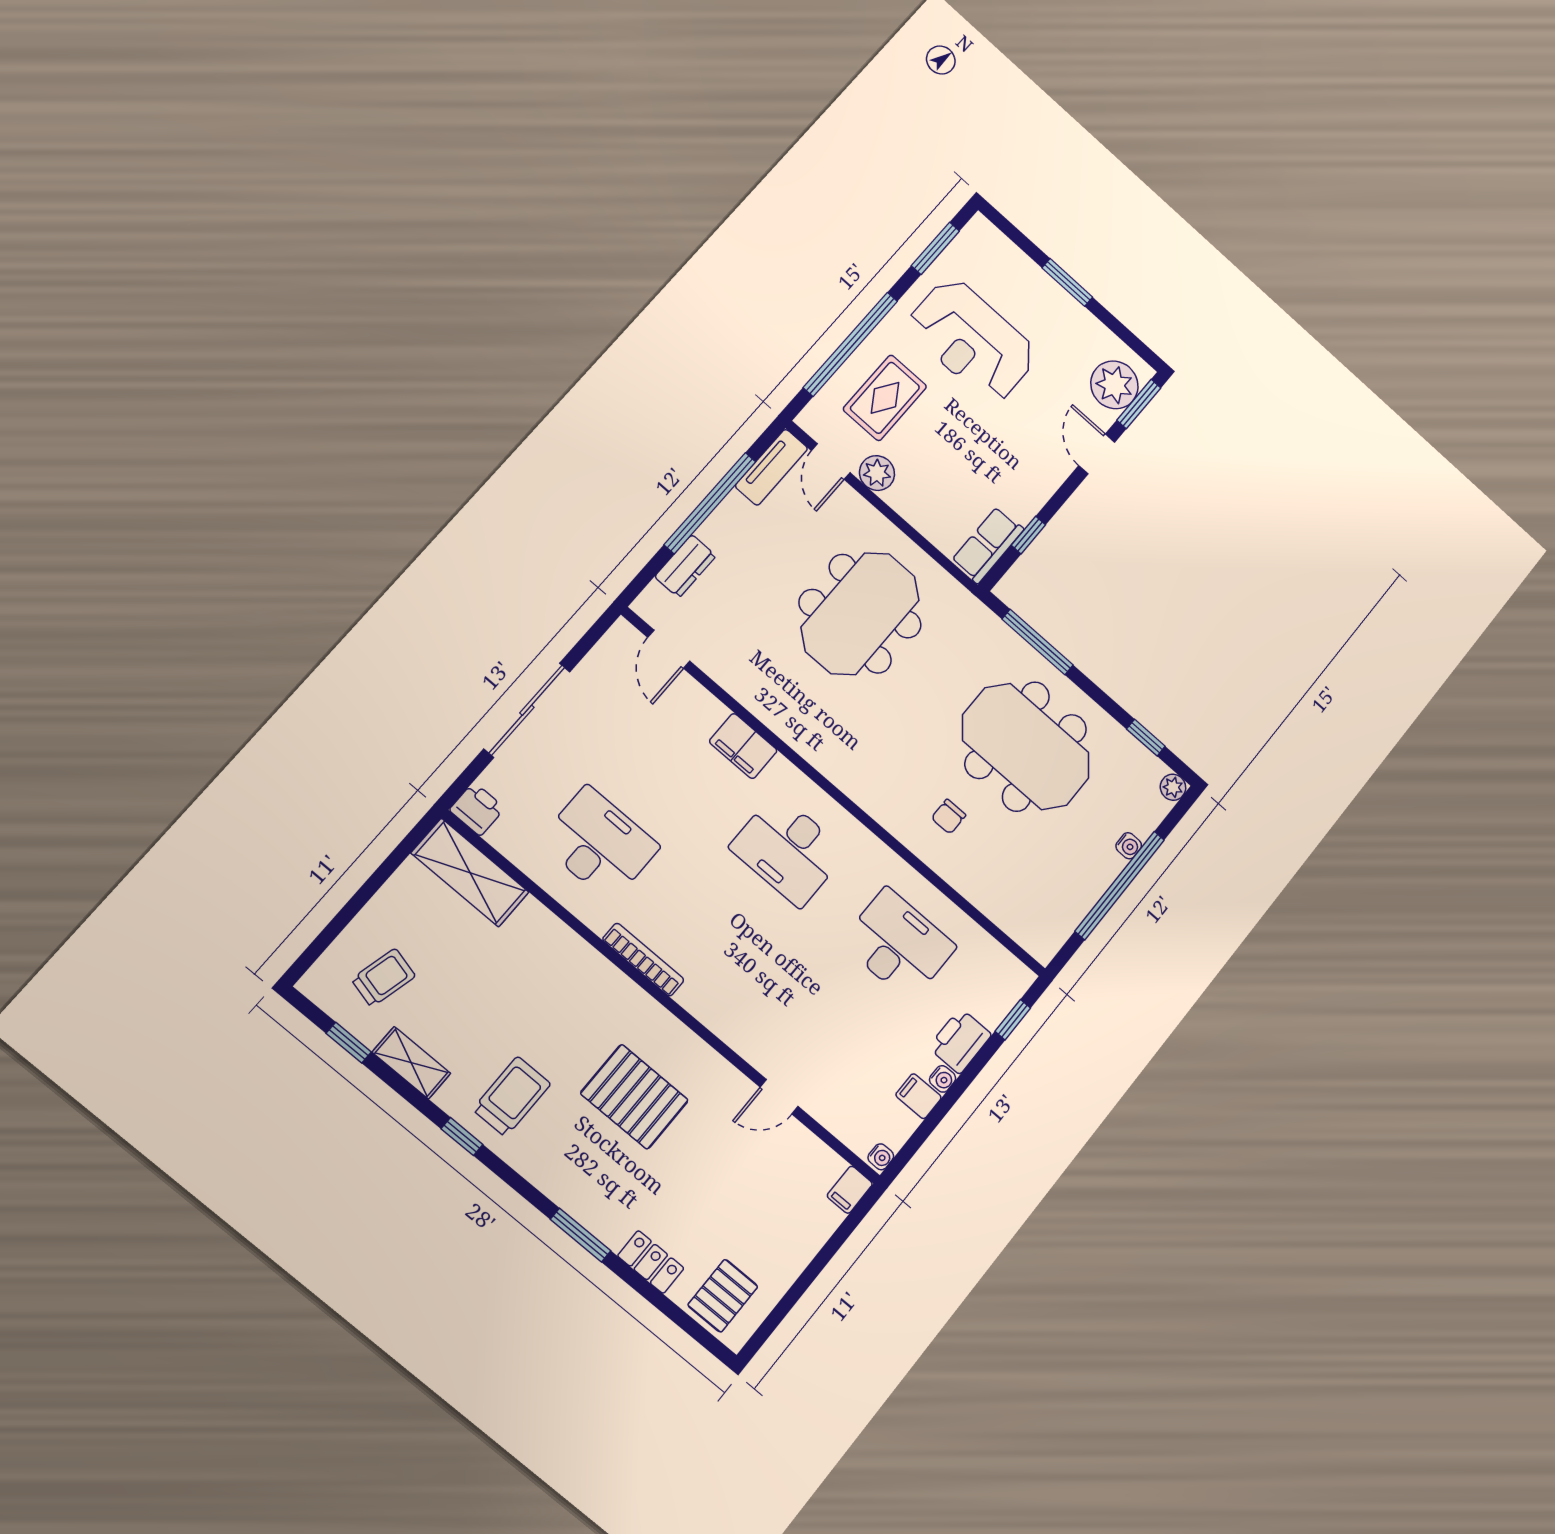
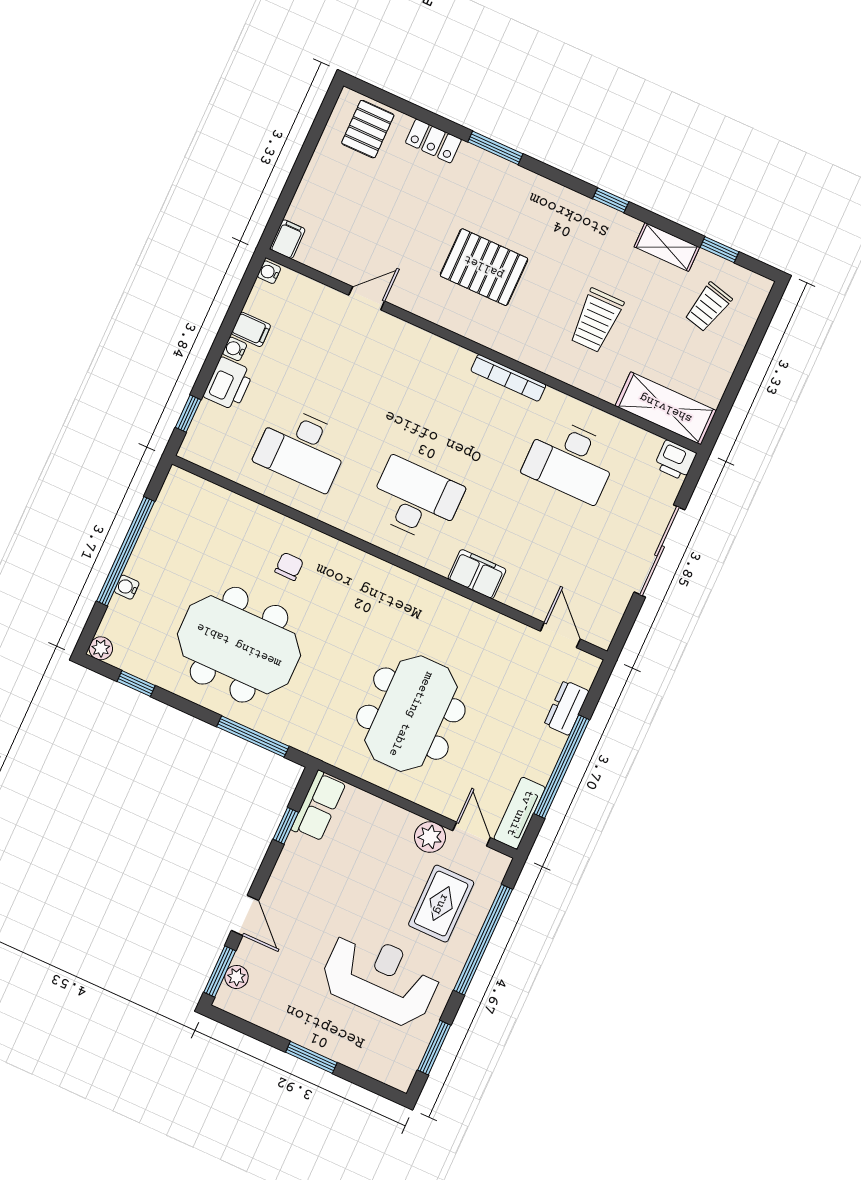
plant: (1114, 385) -> (236, 977), width x0.53, depth x0.53
trolley: (512, 1097) -> (596, 320), moved

